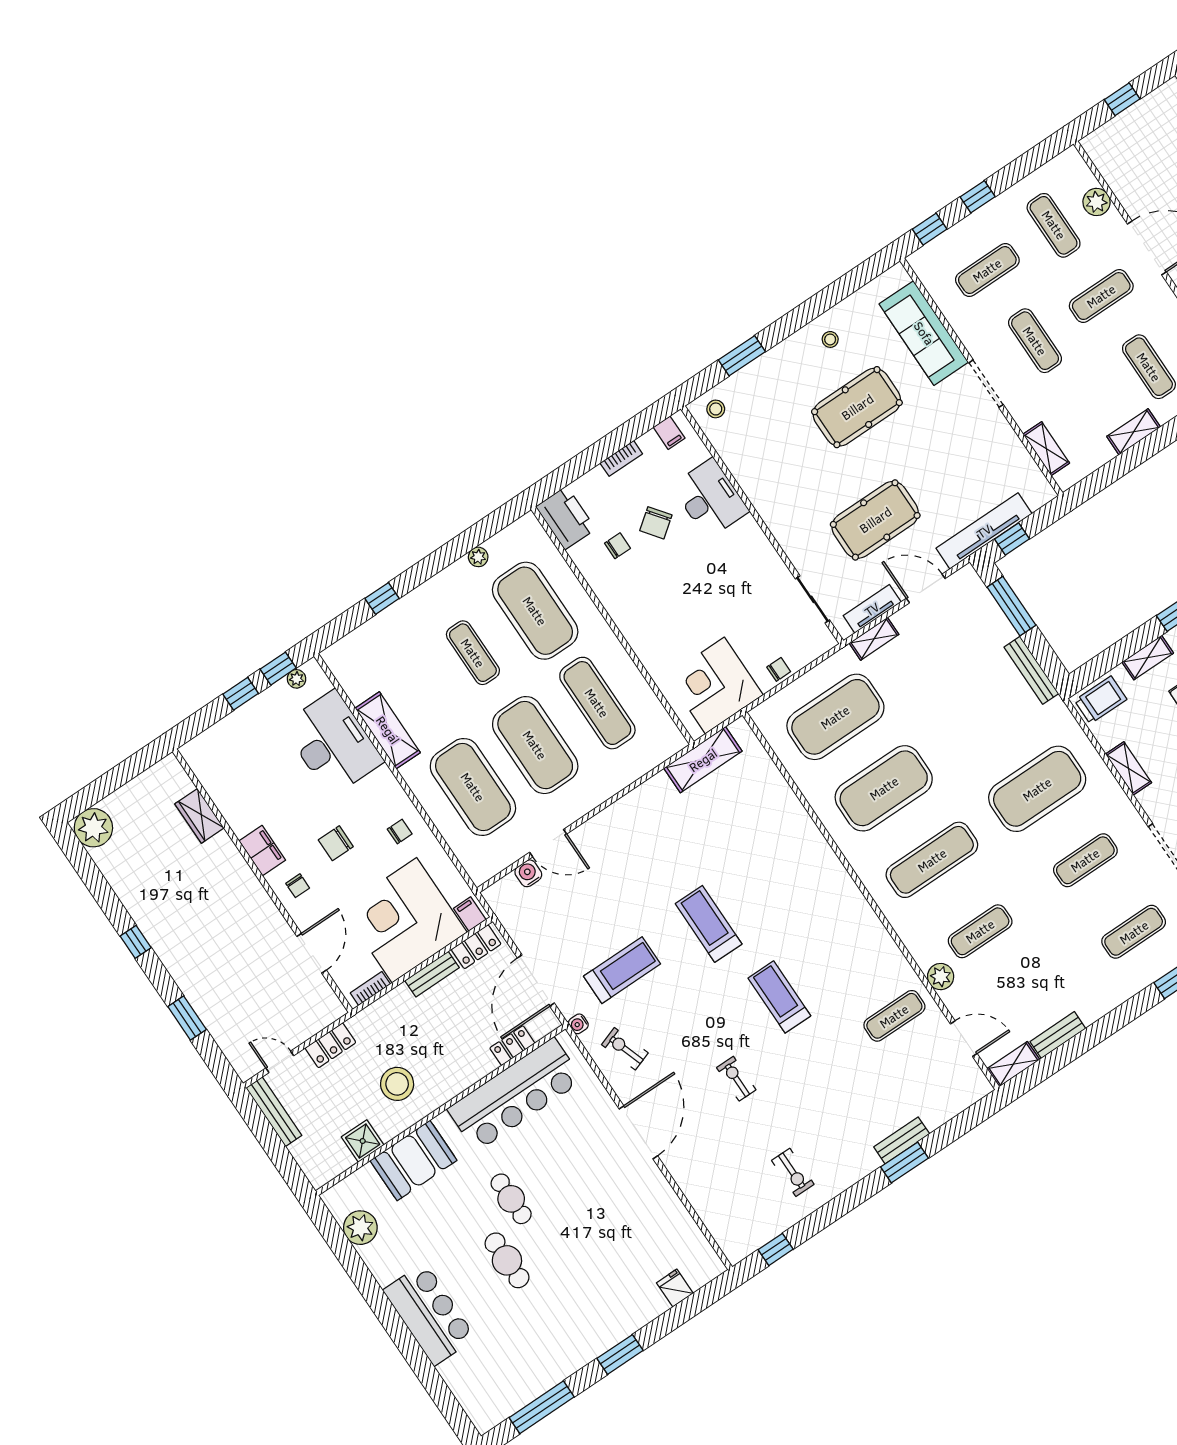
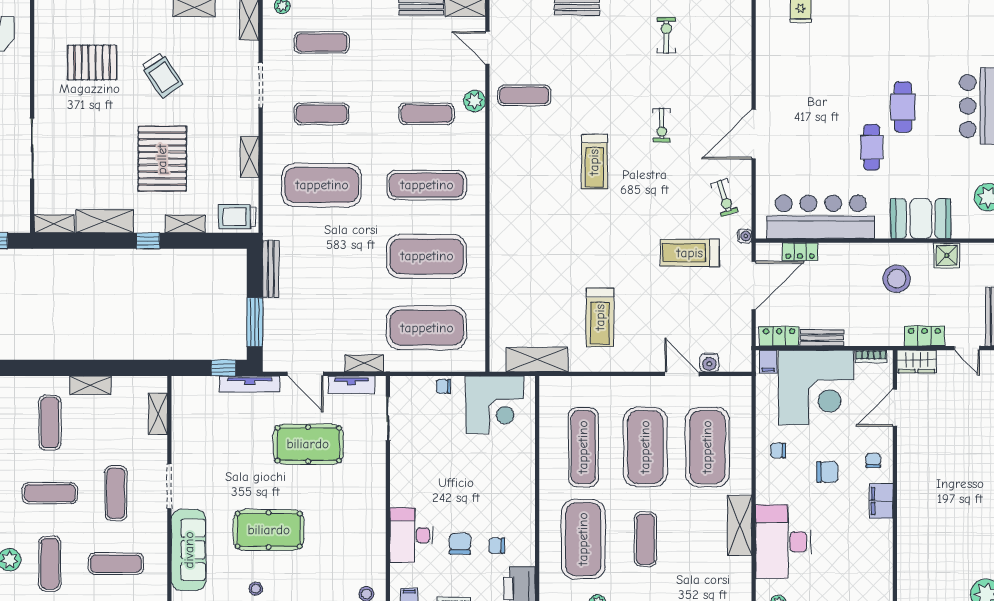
chair: (656, 523) -> (460, 544), turned -53
tv unit: (984, 531) -> (250, 384), width x0.73, depth x0.78
wardrobe: (199, 816) -> (917, 361), moved, turned 90
treadmill: (709, 924) -> (600, 317), moved

